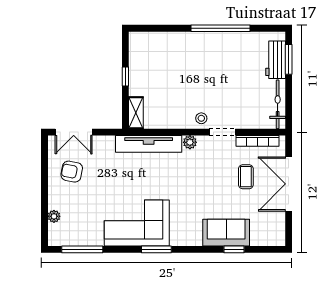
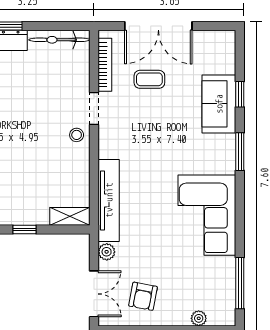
plant: (190, 142) -> (107, 252), moved
window: (156, 249) -> (240, 152), moved

